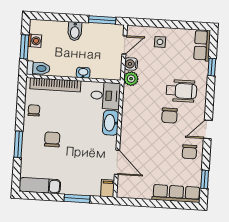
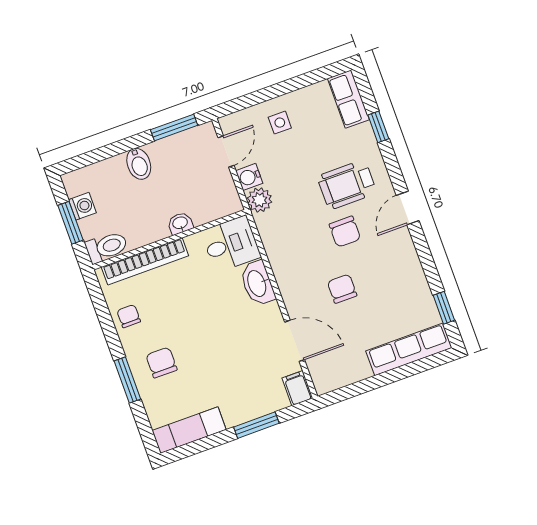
wheelchair: (181, 91) -> (347, 185), turned 180
door: (208, 129) -> (408, 208), moved
chair: (52, 139) -> (161, 362), moved
chair: (189, 152) -> (342, 289), moved, turned 180

